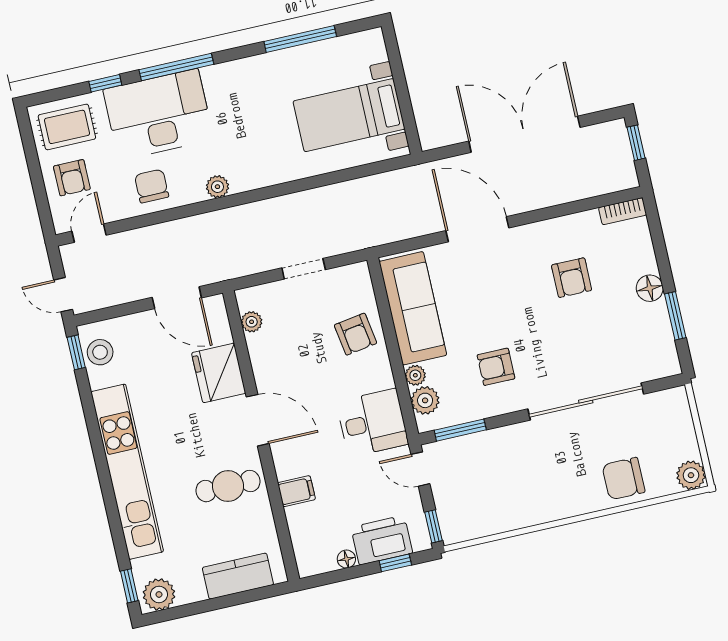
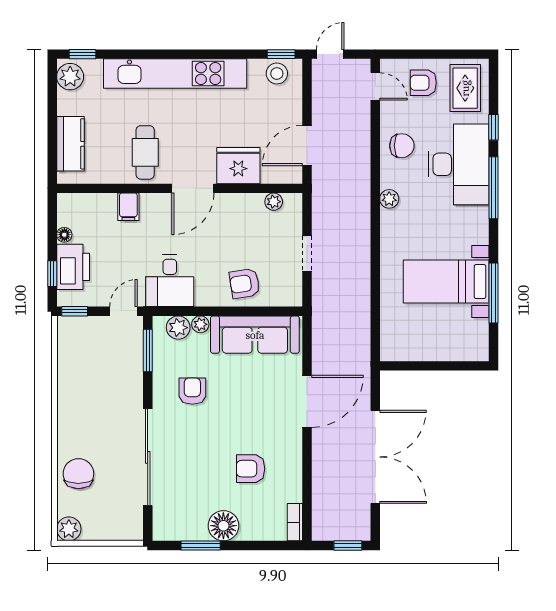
bed with nightstands: (349, 115) -> (446, 282), moved, turned -90
floor lamp: (650, 288) -> (223, 526), width x1.38, depth x1.38

